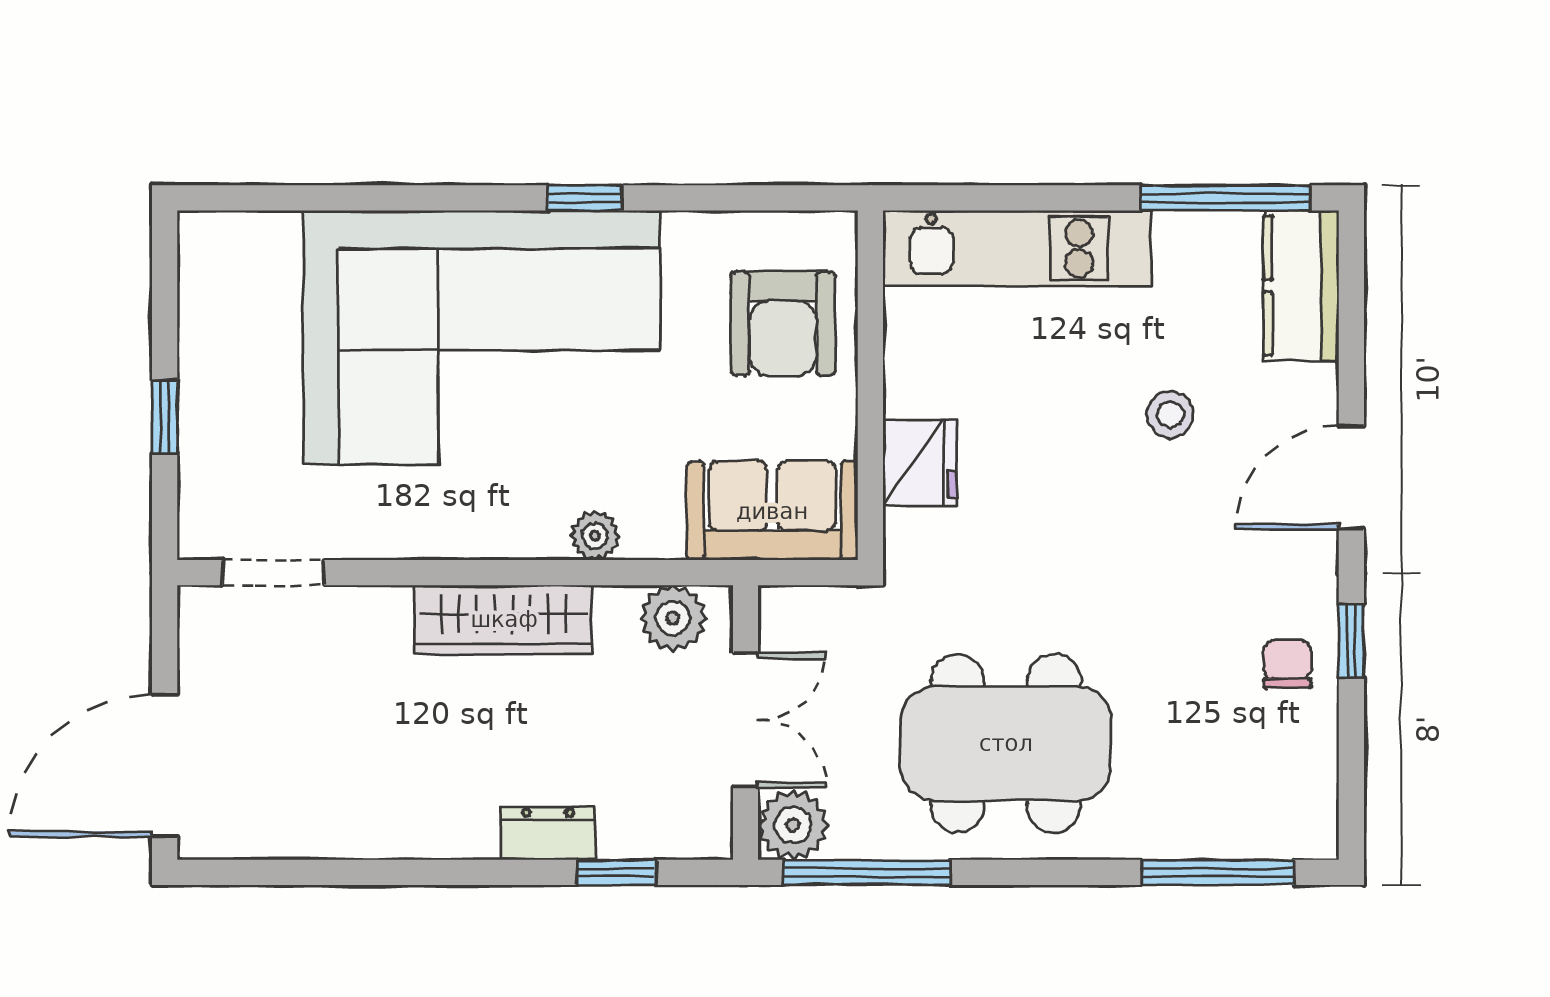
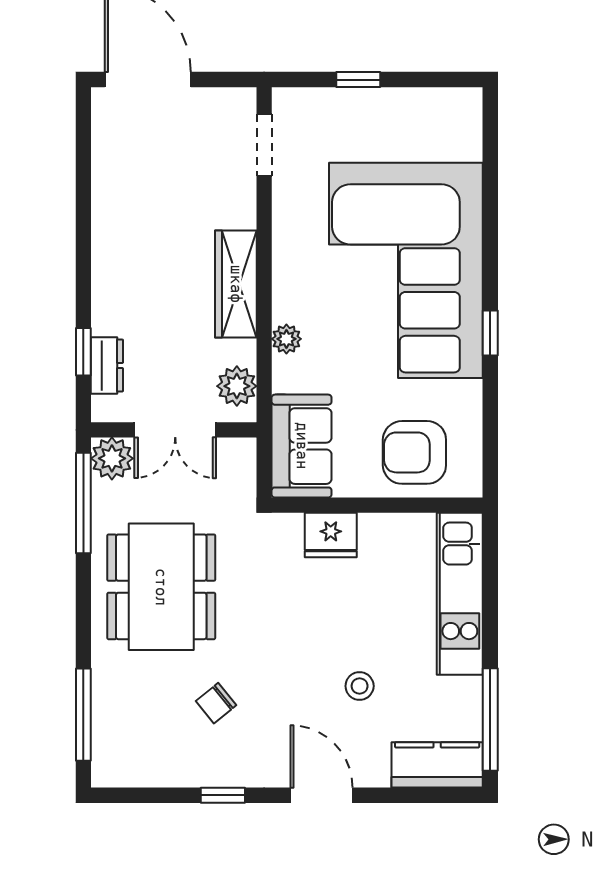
chair: (1287, 664) -> (216, 703), moved, turned 141
dresser: (548, 833) -> (107, 366), moved

